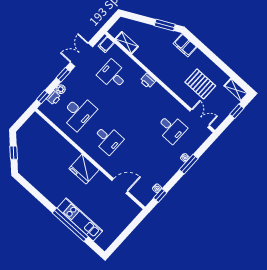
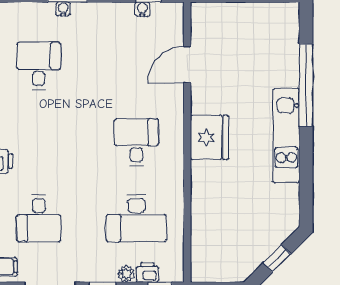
desk: (78, 113) -> (136, 218), turned 180
door: (120, 186) -> (187, 65), hinge flipped
kitchen unit: (80, 219) -> (286, 136), moved

